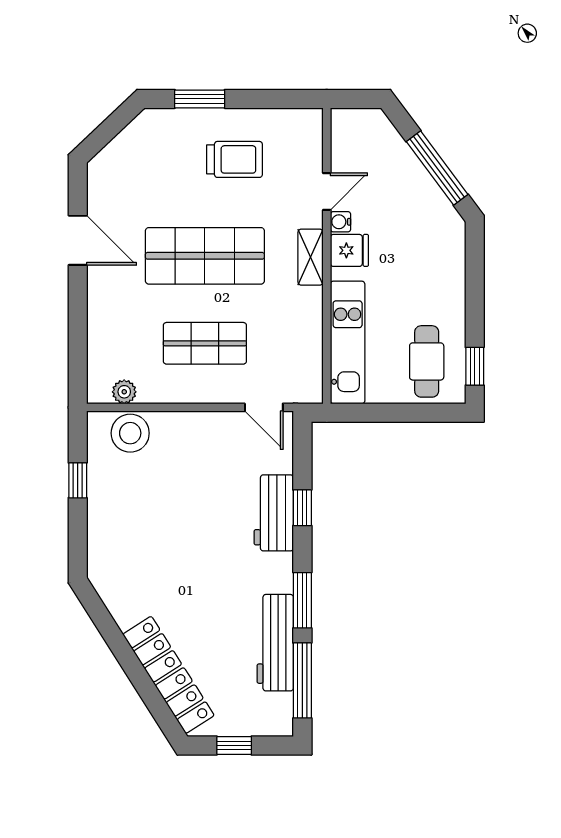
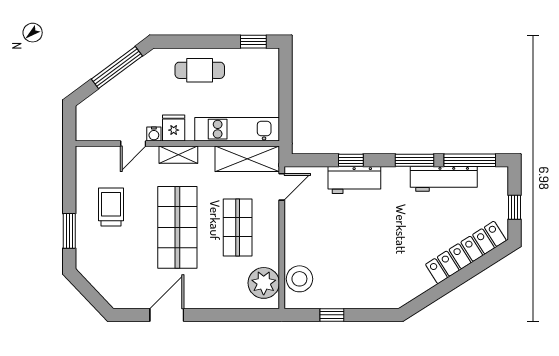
door: (327, 192) -> (133, 144), swing flipped
shelving: (305, 357) -> (247, 159), added
cafe table: (427, 361) -> (200, 70), moved
plant: (124, 392) -> (264, 283), width x1.88, depth x1.88

